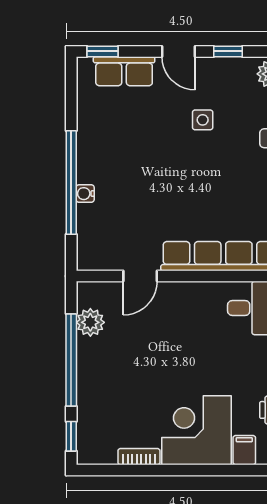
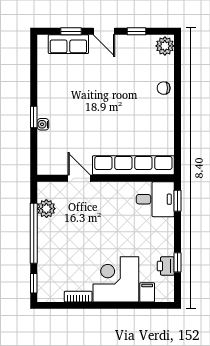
window: (103, 51) -> (71, 31), moved
side table: (203, 120) -> (120, 76), removed
window: (71, 183) -> (34, 117), width x0.32
door: (140, 276) -> (79, 178), swing flipped

